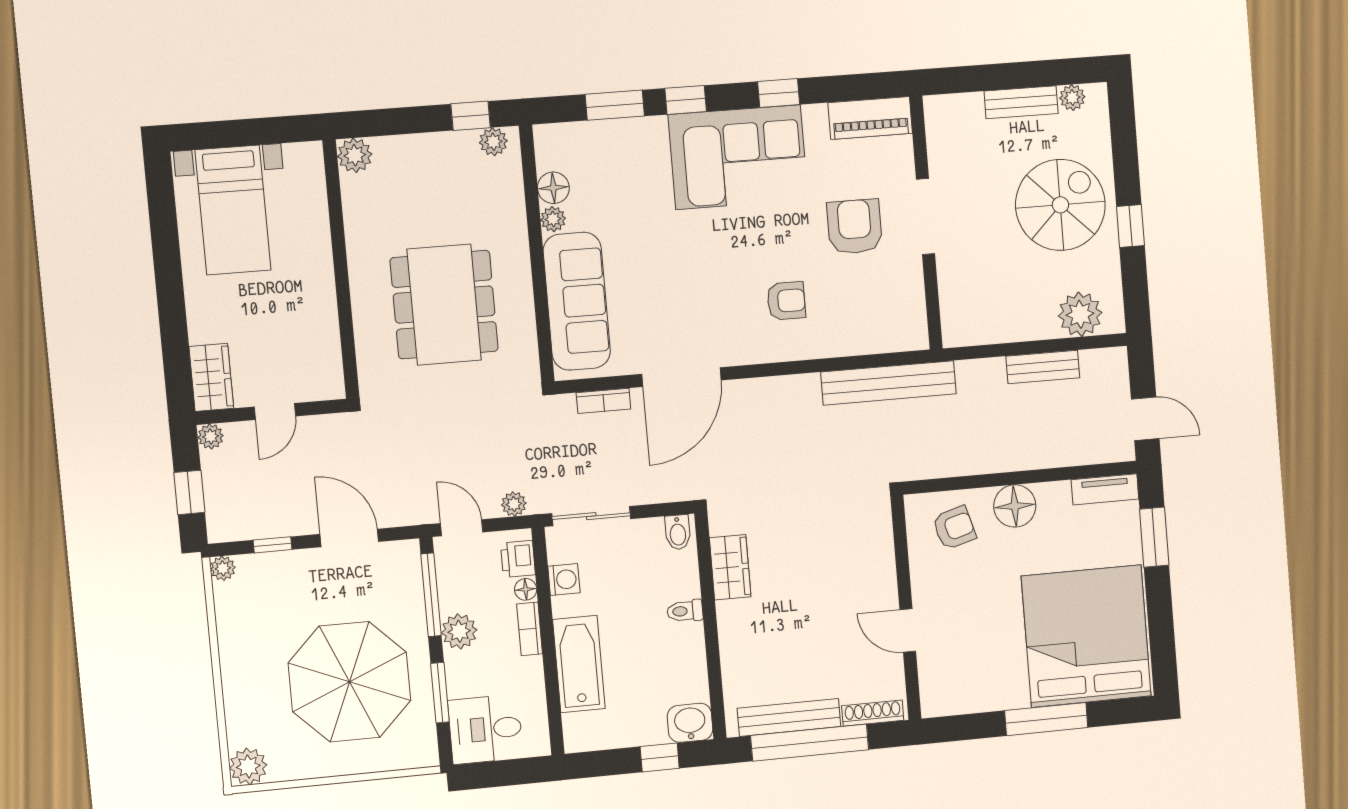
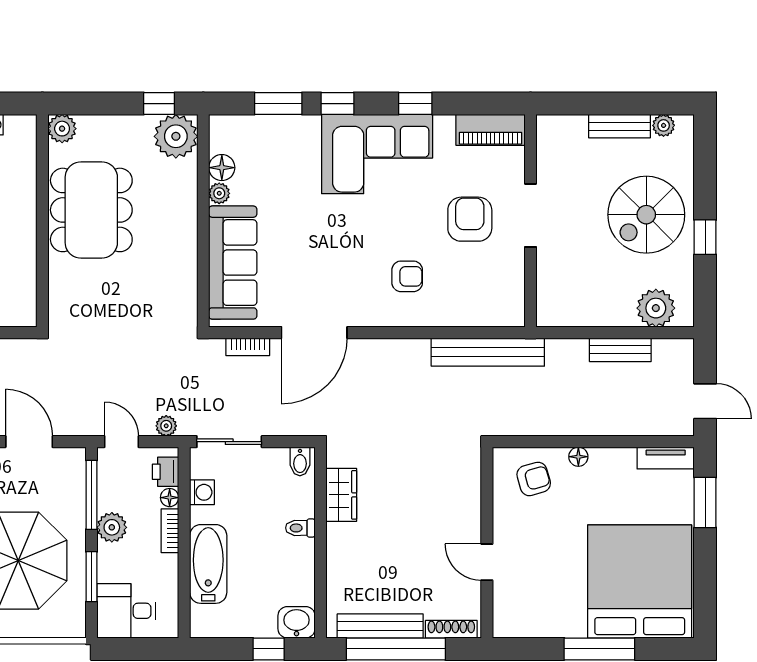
plant: (493, 142) -> (176, 136), width x1.88, depth x1.88
spiral stairs: (1060, 205) -> (646, 215), turned 180
dining table: (444, 305) -> (91, 210), moved
floor lamp: (1015, 506) -> (578, 457), width x0.53, depth x0.53

